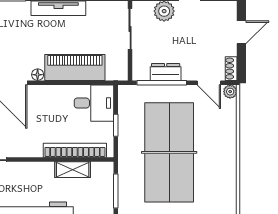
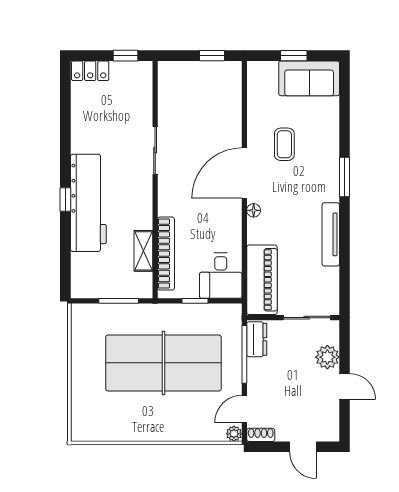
piano: (75, 67) -> (262, 280), moved
dresser: (166, 72) -> (257, 339), moved

